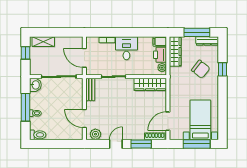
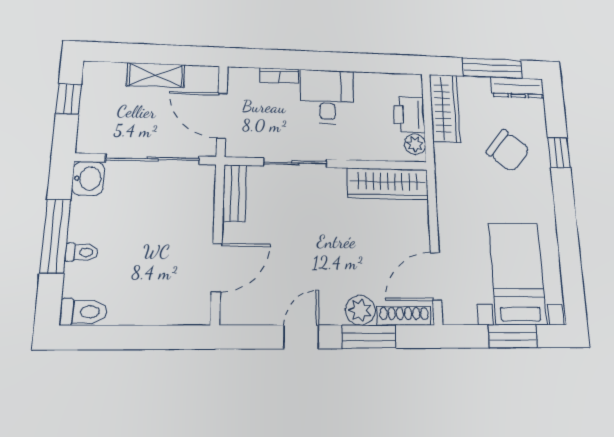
filing cabinet: (160, 41) -> (407, 85), removed
shelving: (43, 42) -> (156, 75), moved
door: (84, 118) -> (217, 267), swing flipped
plant: (95, 134) -> (360, 310), moved
window: (197, 144) -> (513, 336), width x0.69

